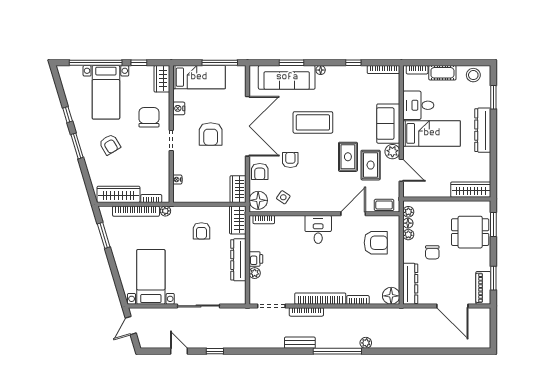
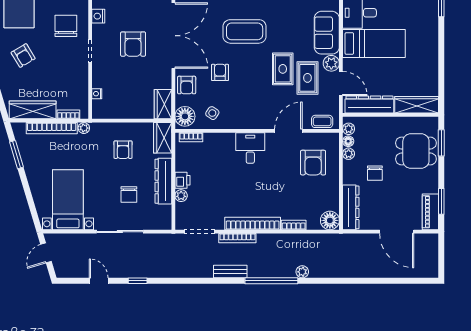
dresser: (483, 130) -> (369, 104), moved, turned 90
armchair: (376, 243) -> (313, 163), turned 90
chair: (207, 272) -> (129, 194), added

